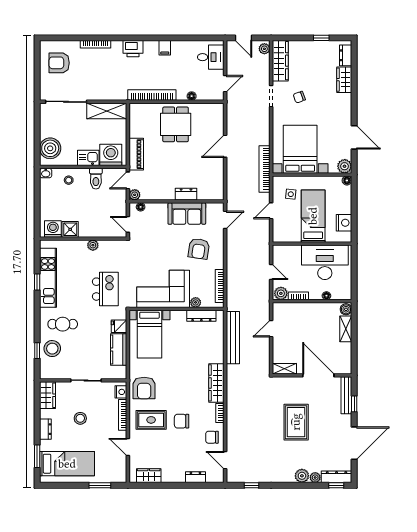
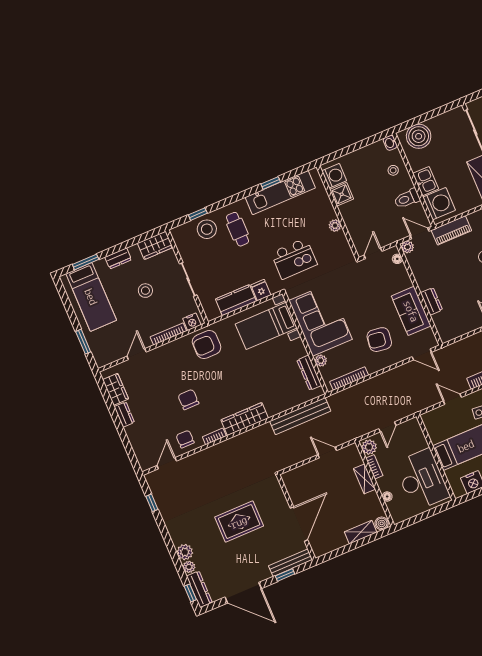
shelving: (284, 369) -> (364, 479), moved
rug: (151, 420) -> (176, 366), removed
dresser: (195, 477) -> (124, 414), moved

